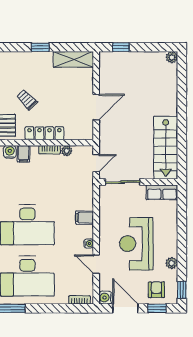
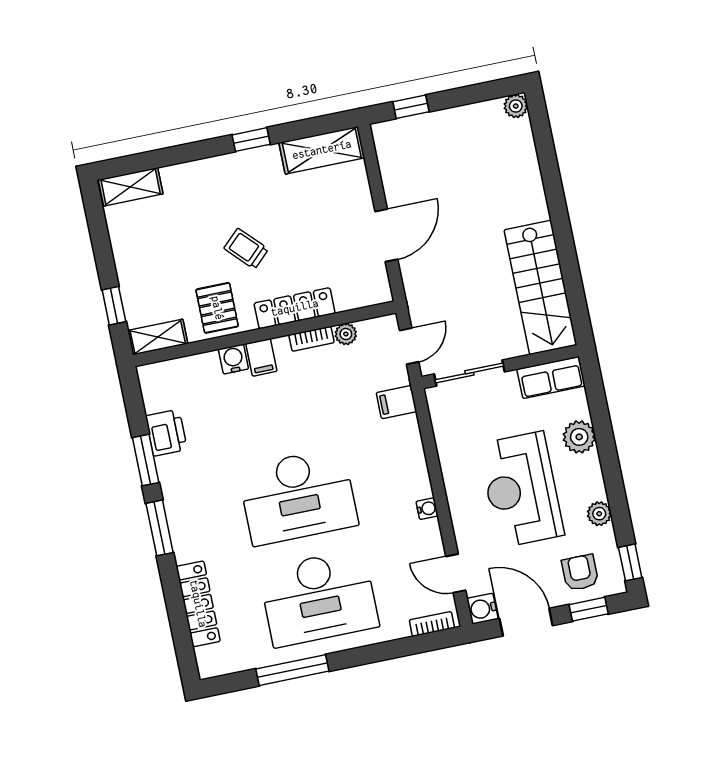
filing cabinet: (84, 218) -> (396, 402), moved
plant: (170, 224) -> (579, 437), added
door: (96, 264) -> (456, 573), moved

